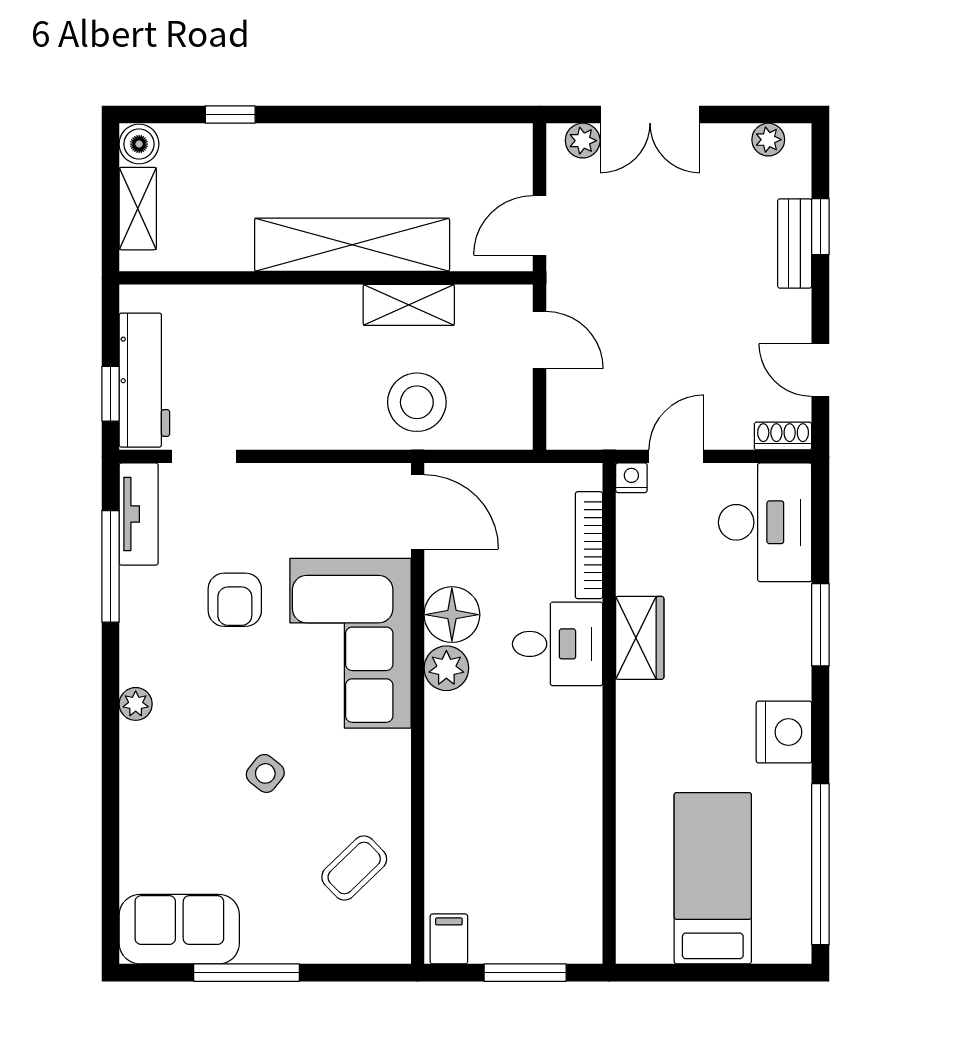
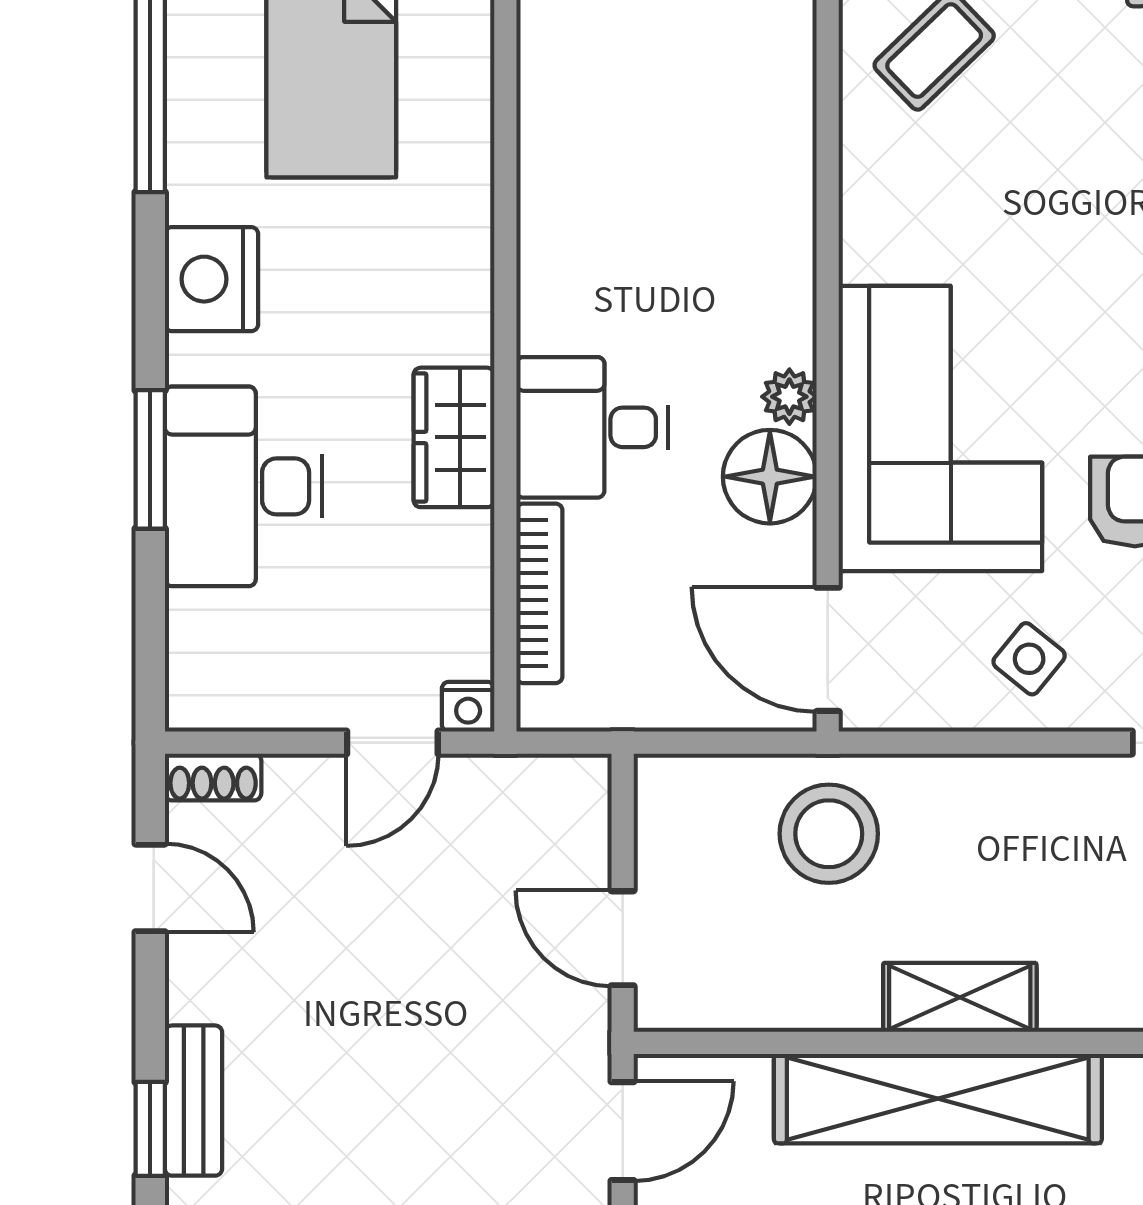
shelving: (409, 305) -> (960, 997), moved
desk: (765, 522) -> (243, 486), moved
plant: (446, 668) -> (789, 397), width x0.73, depth x0.73
side table: (265, 773) -> (1029, 659), moved

